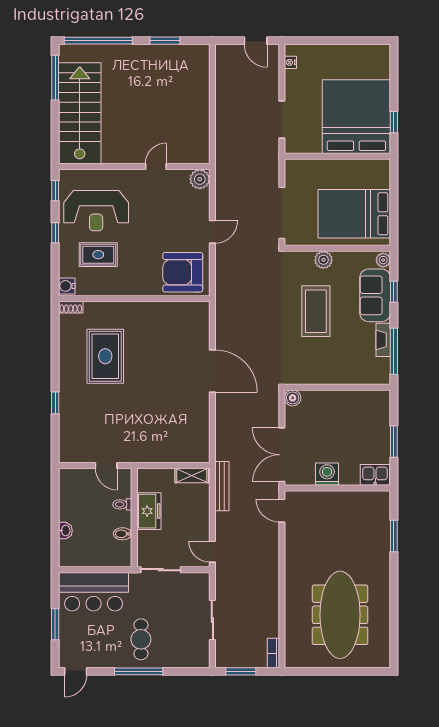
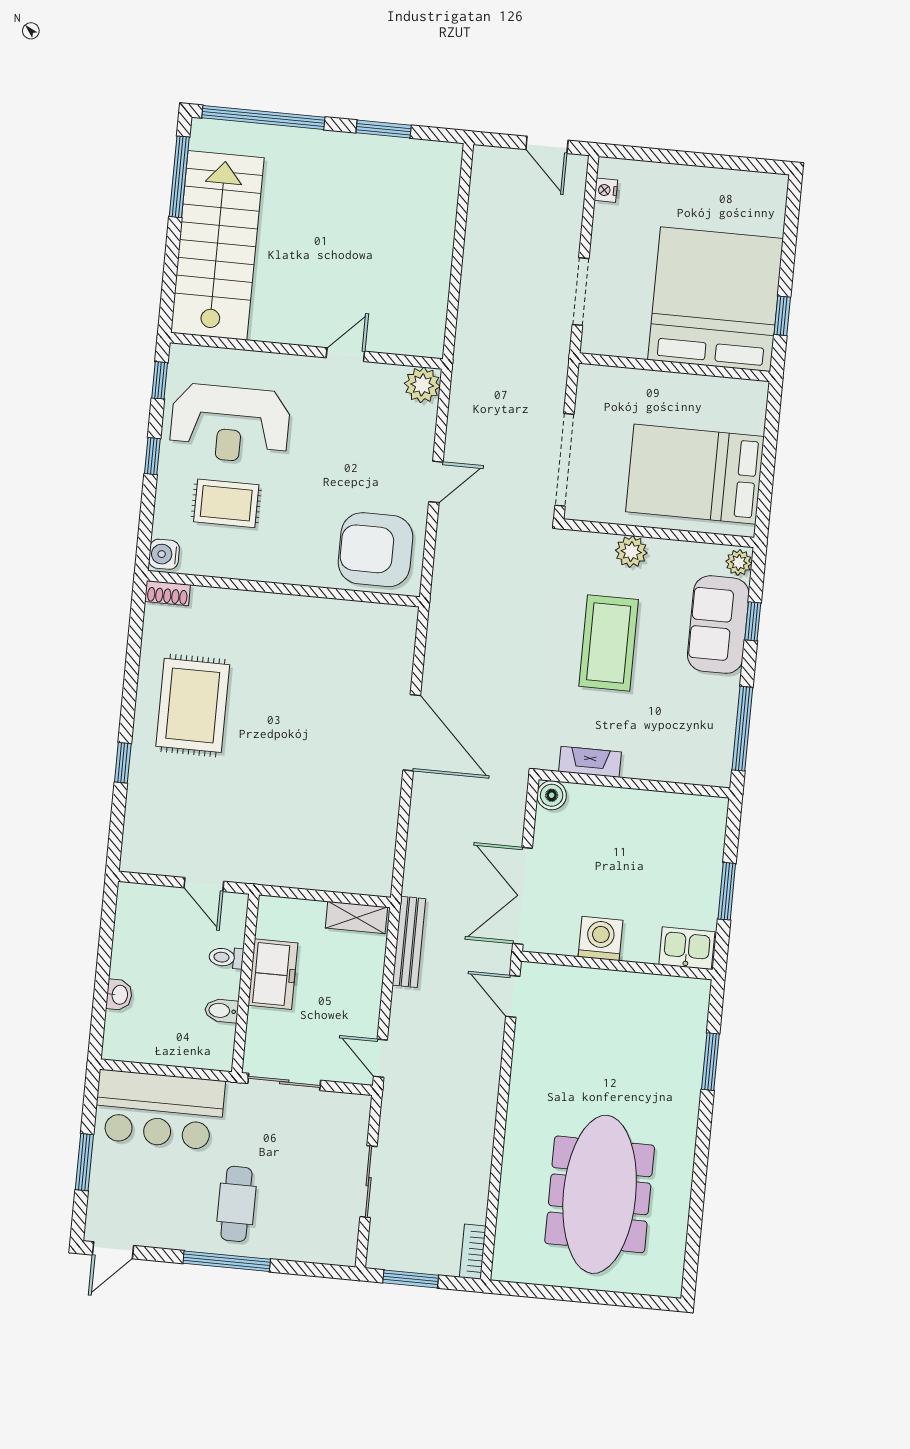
fireplace: (383, 340) -> (590, 762), moved, turned 90
rug: (105, 356) -> (193, 705), moved

